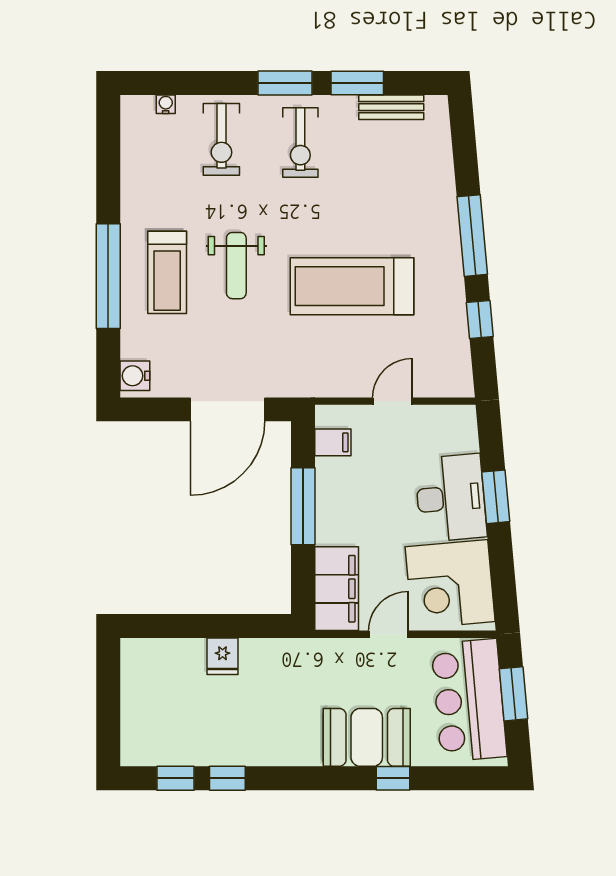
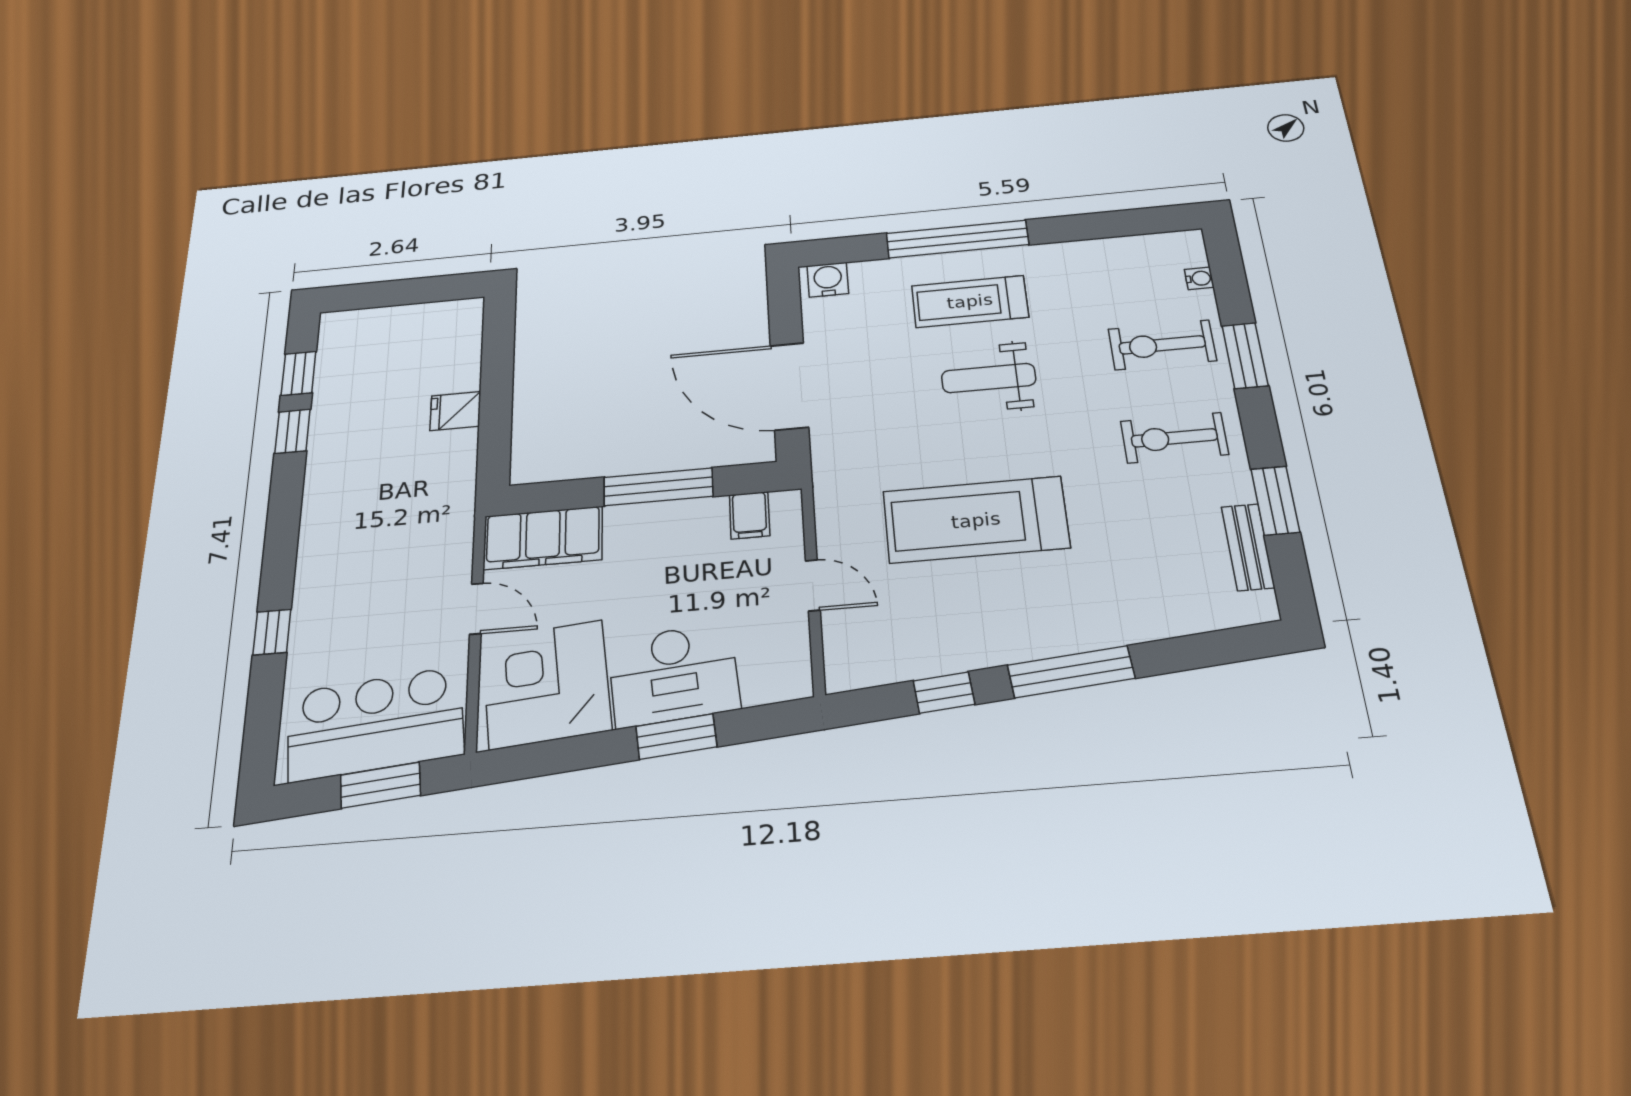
window: (285, 83) -> (1245, 356), moved
treadmill: (352, 286) -> (976, 520), turned -90
booth: (367, 737) -> (332, 594), removed

